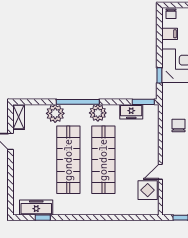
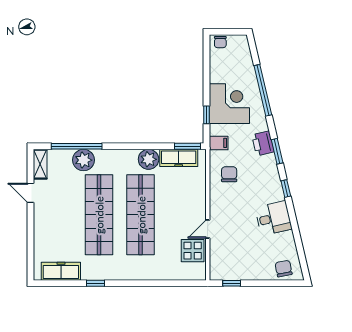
filing cabinet: (170, 34) -> (219, 143), moved
window: (78, 102) -> (77, 146), moved
freezer: (131, 112) -> (179, 158), width x1.40
plant: (98, 113) -> (149, 159), moved
window: (43, 218) -> (95, 283), moved

